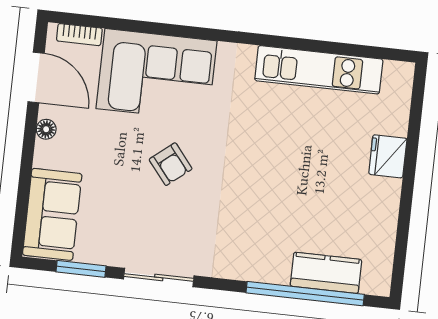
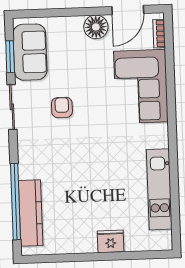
floor lamp: (46, 129) -> (96, 27), width x1.89, depth x1.89
armchair: (171, 164) -> (62, 107), moved, turned 129
sofa: (52, 214) -> (30, 52), moved, turned -90
kitchen counter: (326, 273) -> (31, 213), width x1.50

